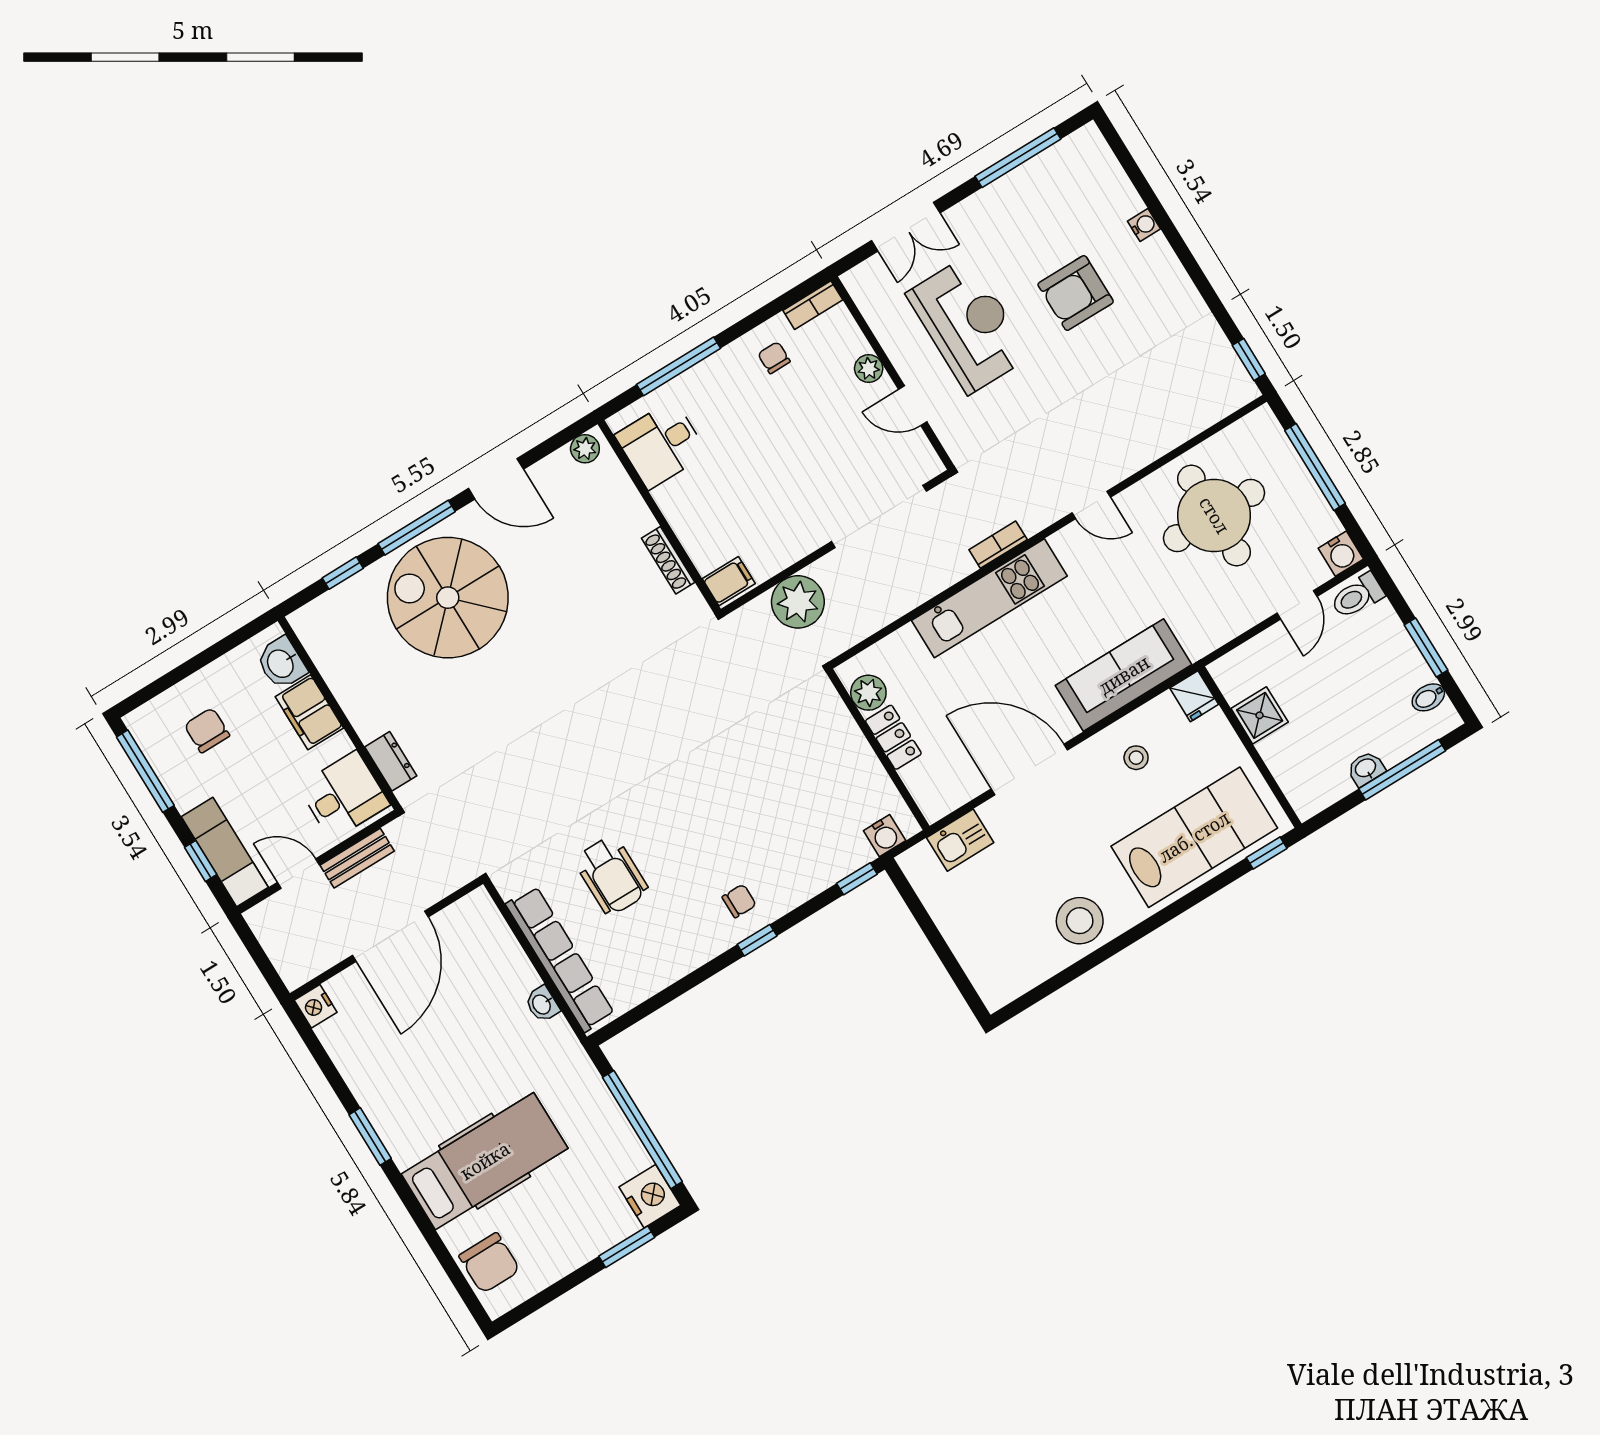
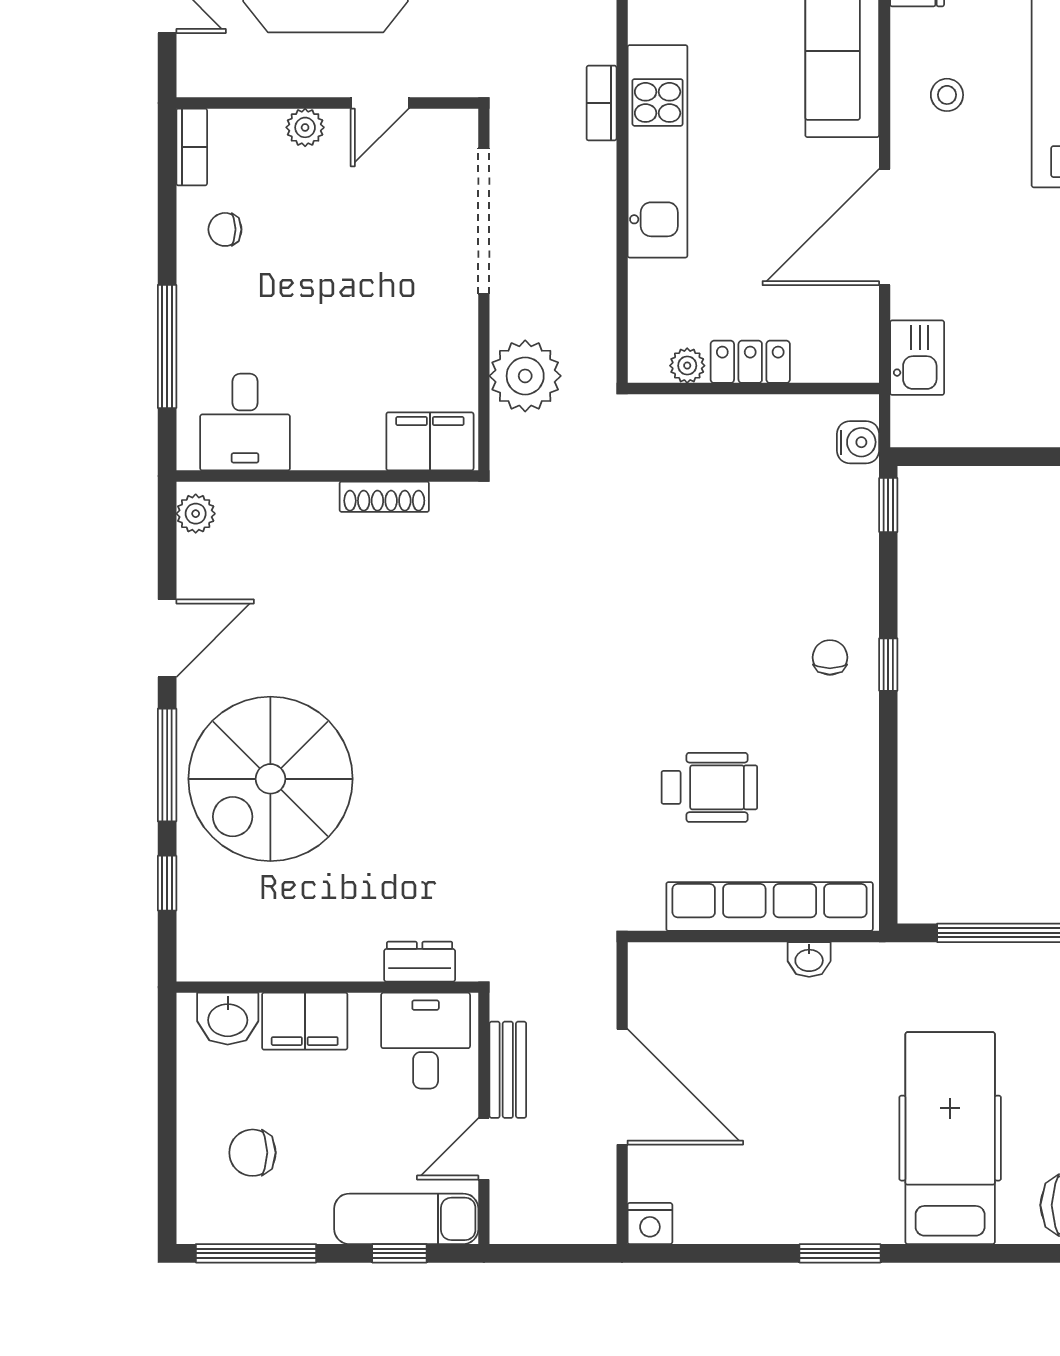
filing cabinet: (729, 581) -> (430, 441), width x2.00
plant: (868, 693) -> (687, 366), width x0.73, depth x0.73

